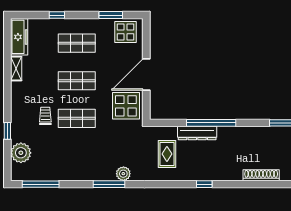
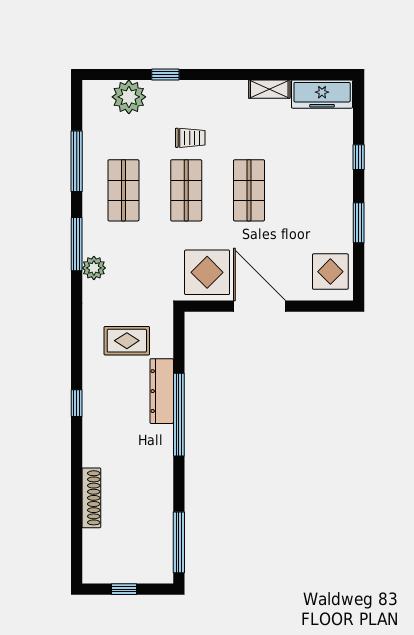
window: (111, 15) -> (359, 223), moved
shop shelf: (77, 43) -> (123, 190), moved
window: (41, 184) -> (77, 161), moved

